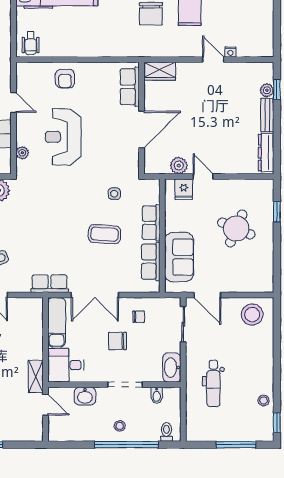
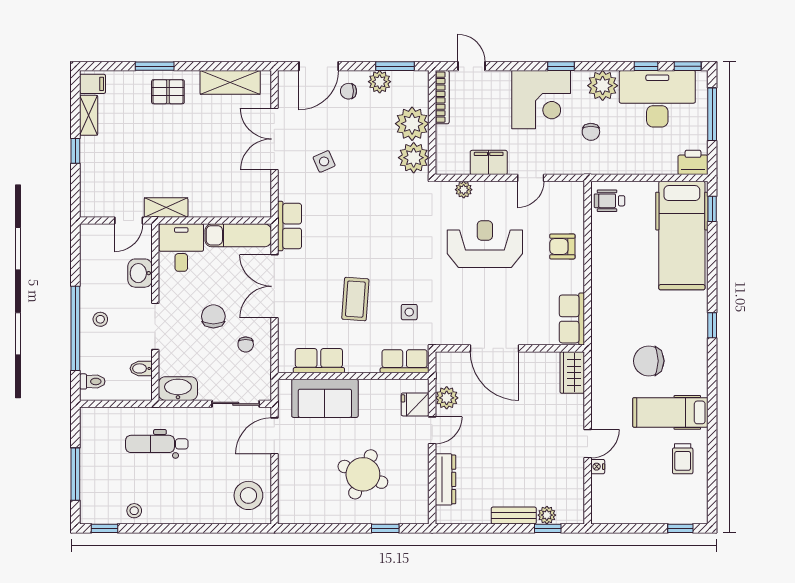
row of seats: (130, 87) -> (572, 319), moved, turned -90
dresser: (266, 153) -> (445, 479), moved, turned 90
row of seats: (151, 223) -> (405, 361), moved

